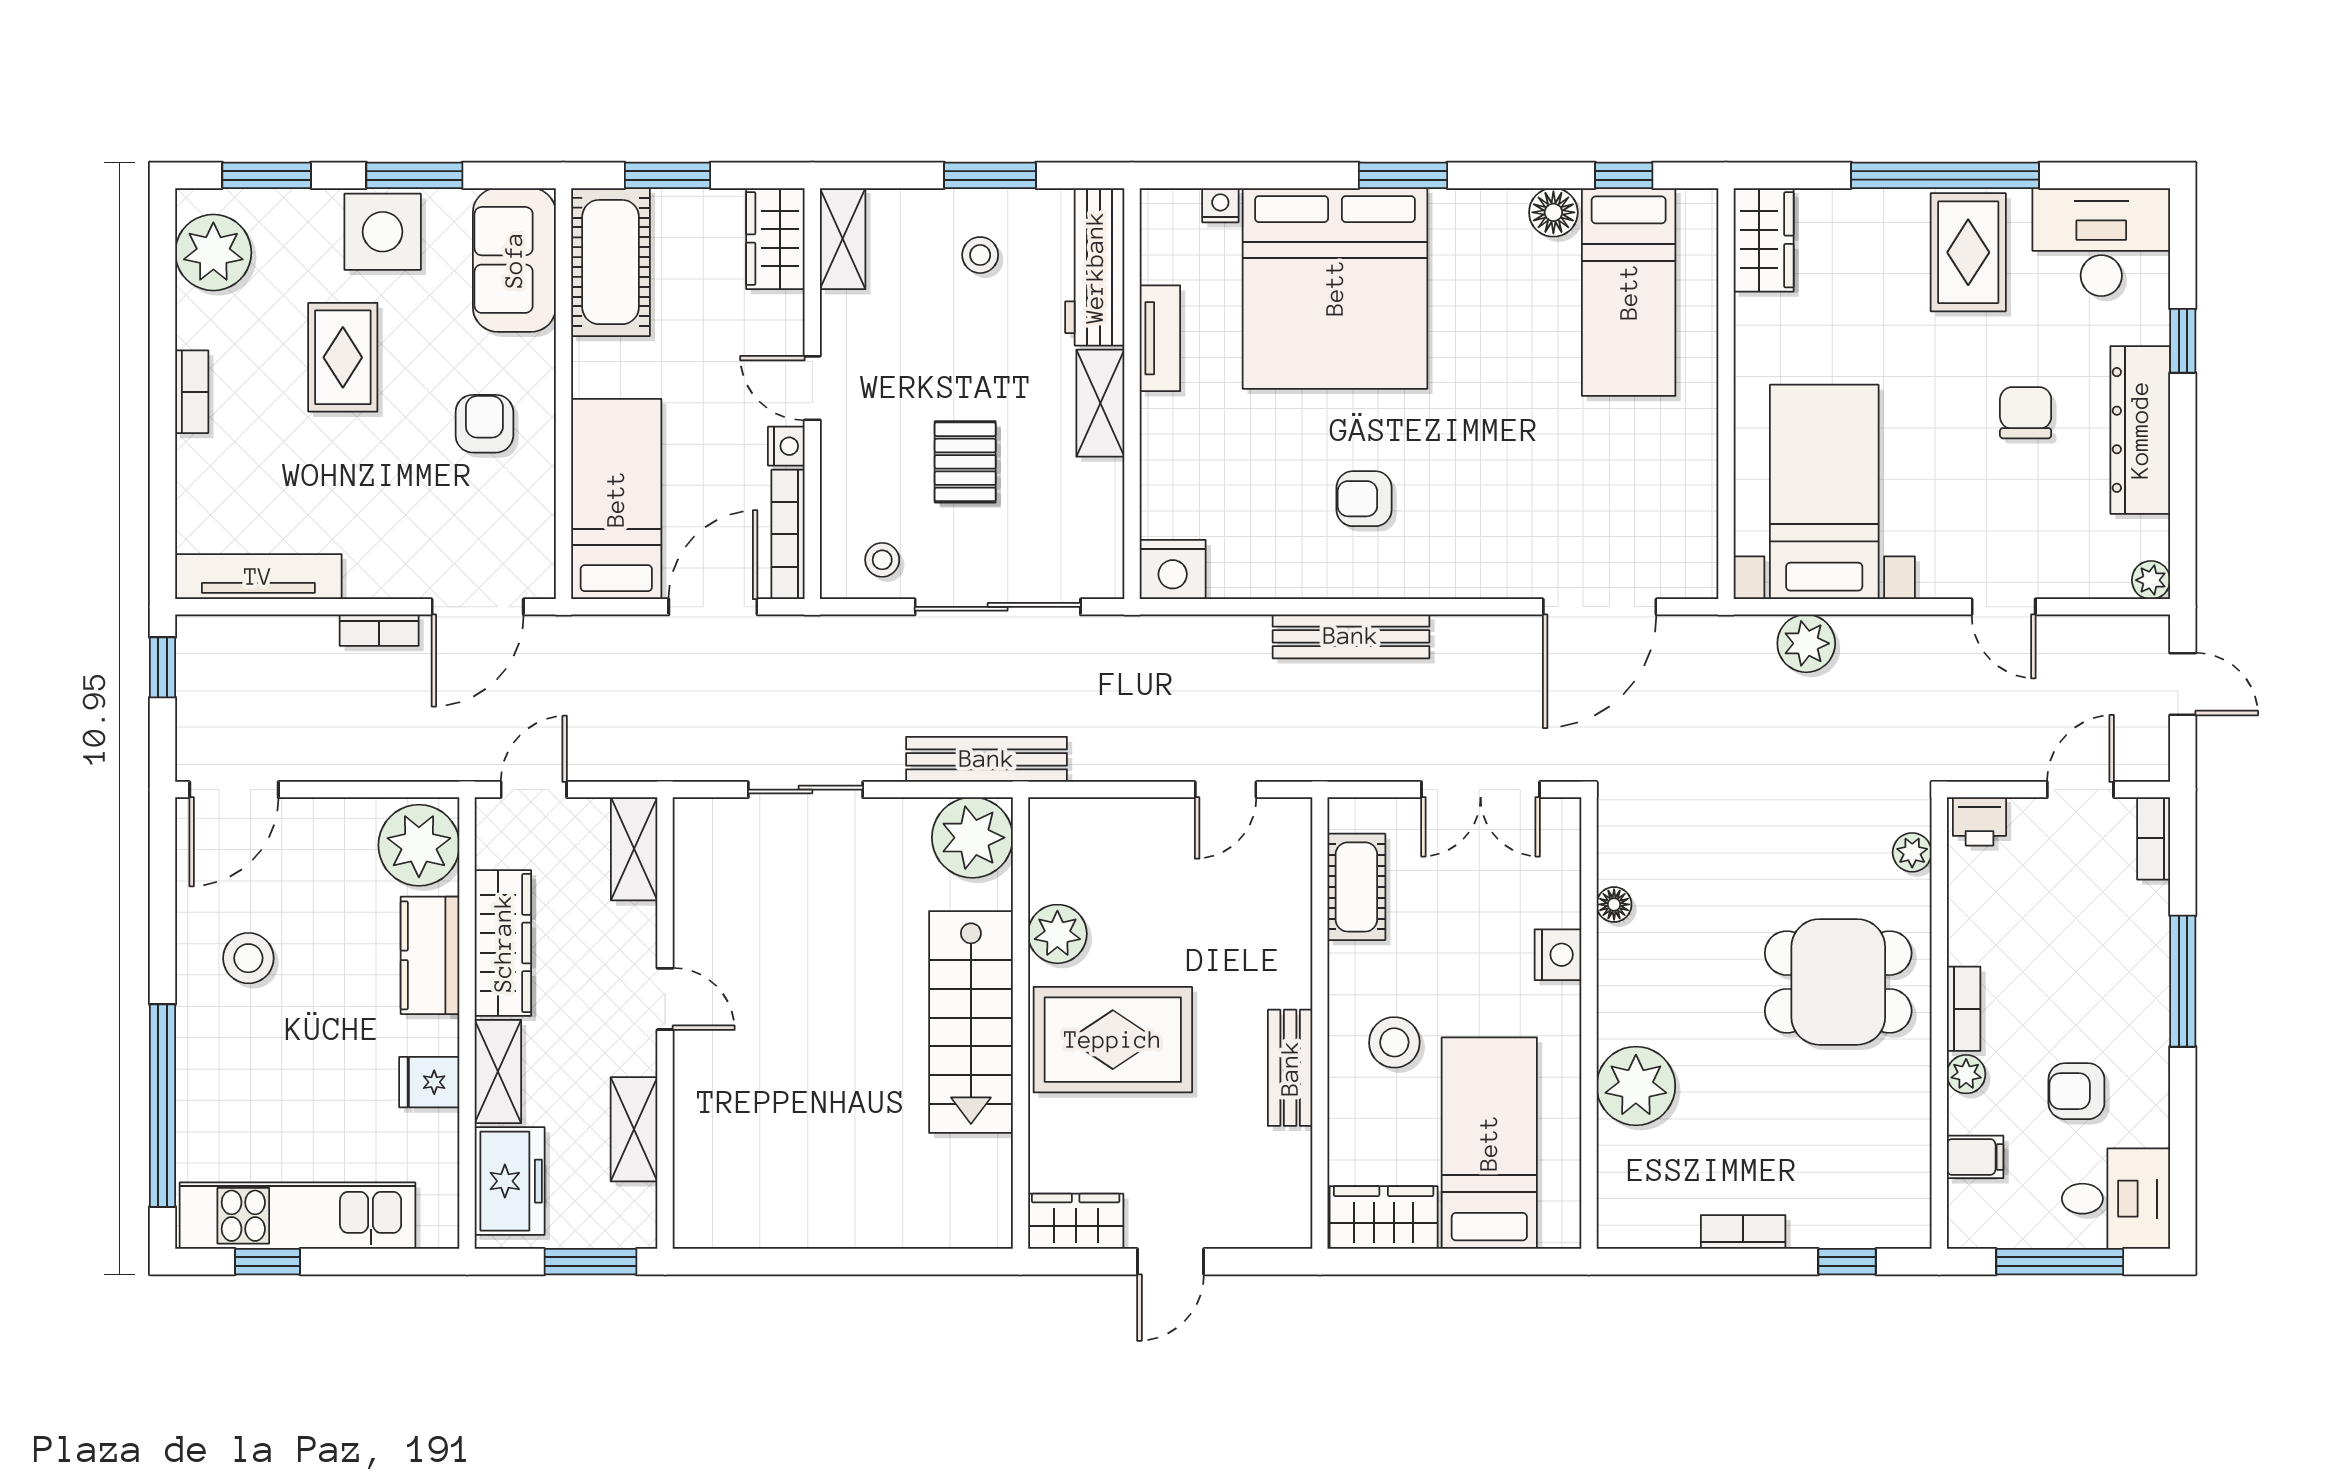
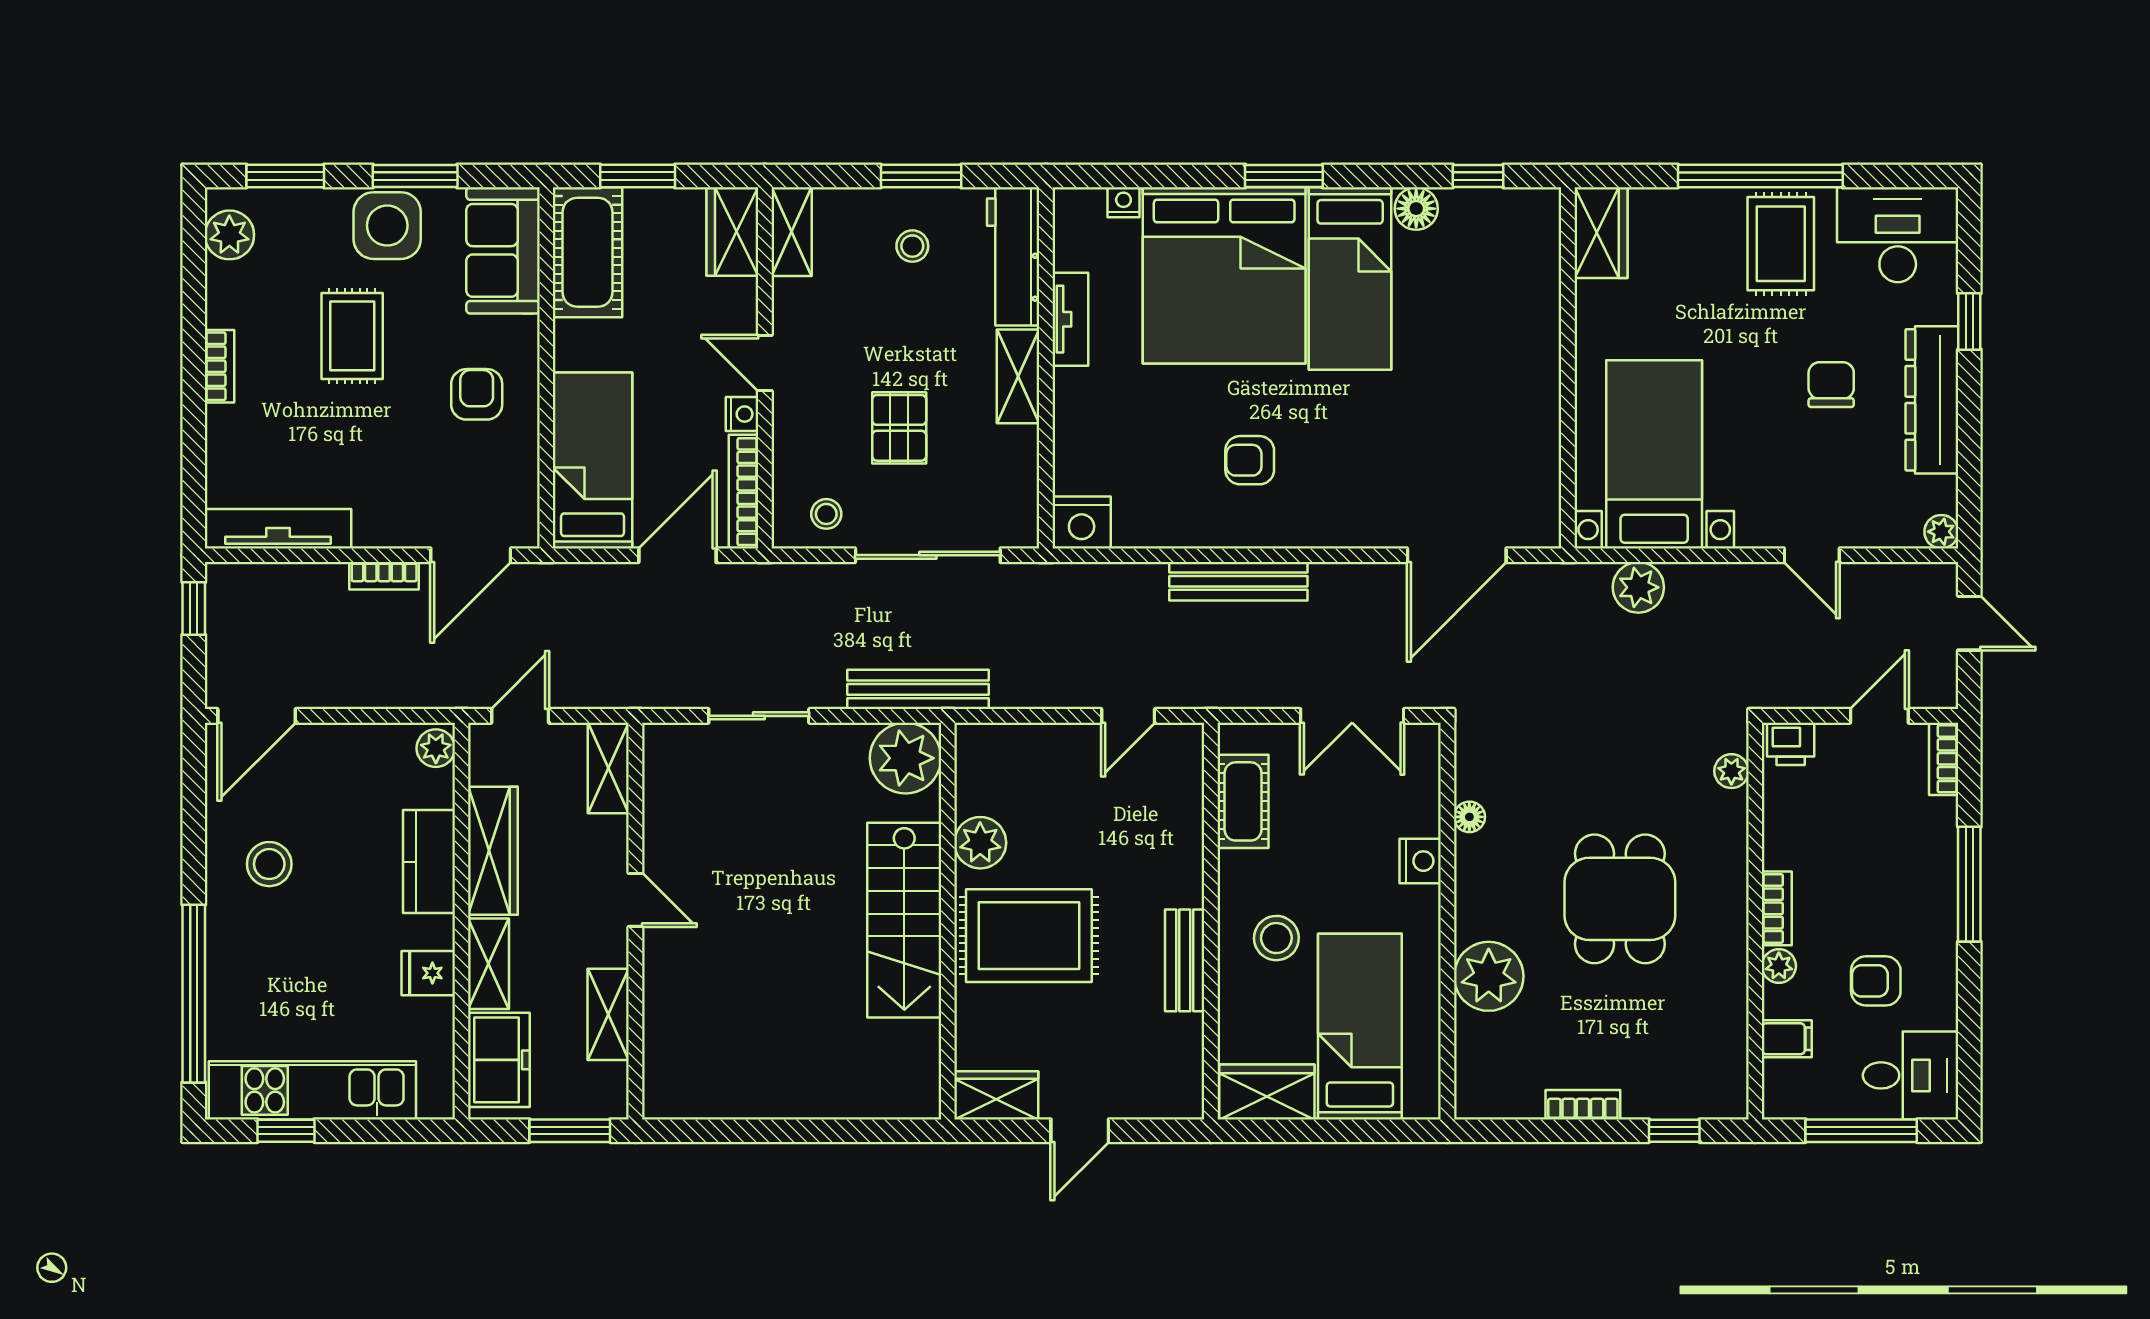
plant: (213, 253) -> (229, 235), width x0.73, depth x0.73
bed: (1629, 292) -> (1350, 279), moved
plant: (419, 845) -> (436, 748), width x0.53, depth x0.53
dining table: (1838, 982) -> (1620, 899), moved, turned 90

